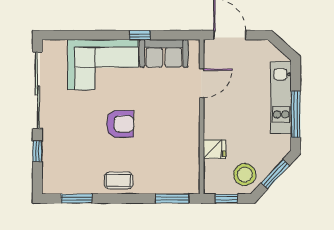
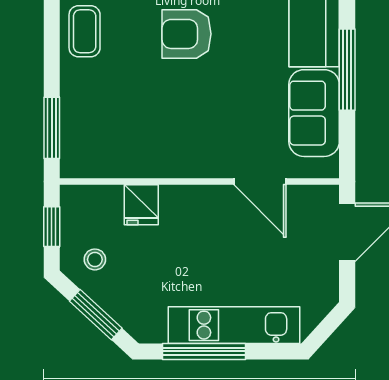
window: (140, 35) -> (347, 70), width x2.17
armchair: (120, 124) -> (187, 34), turned 90
stool: (245, 175) -> (95, 259), width x0.53, depth x0.53

